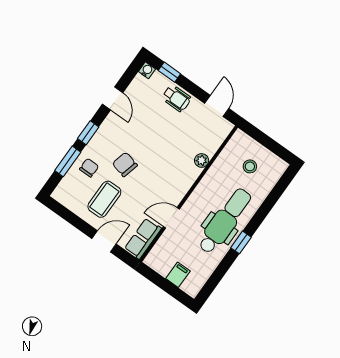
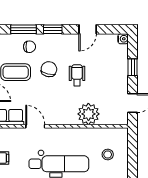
window: (169, 72) -> (133, 67), moved
wheelchair: (176, 98) -> (77, 75), moved, turned 180
plant: (202, 160) -> (88, 114), width x1.87, depth x1.87

